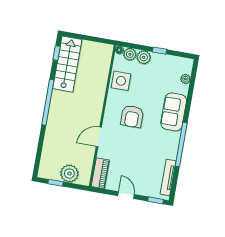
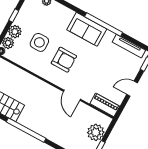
side table: (121, 81) -> (39, 42), moved
sofa: (174, 112) -> (87, 29), moved

